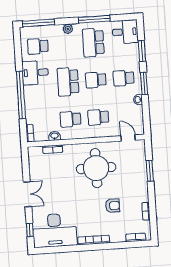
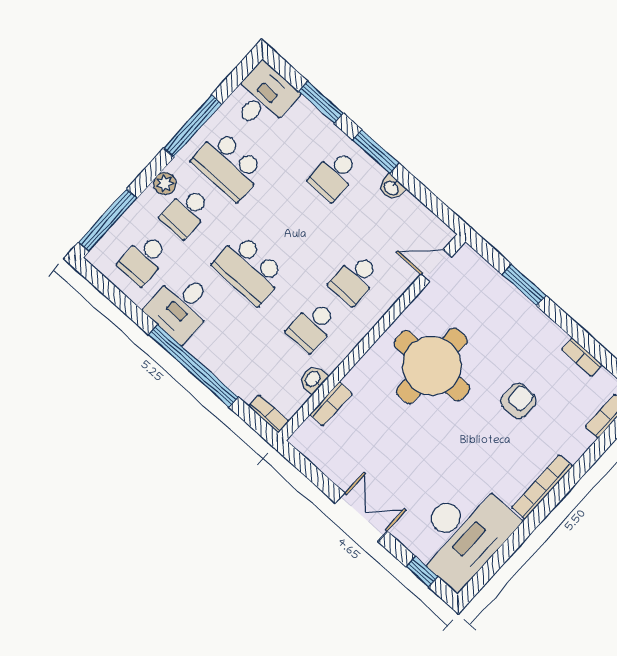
school desk: (96, 80) -> (186, 212), moved

